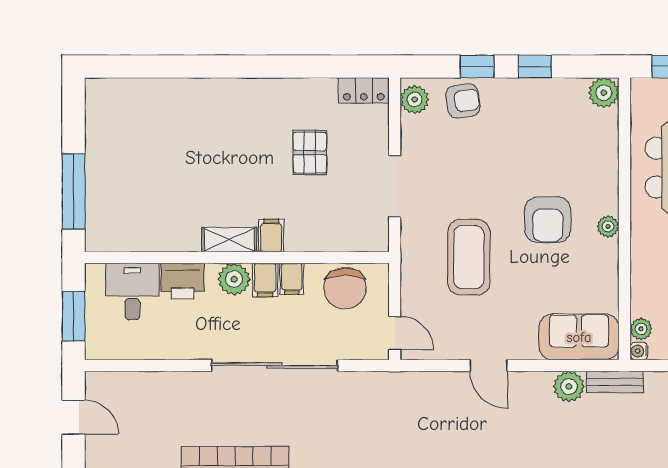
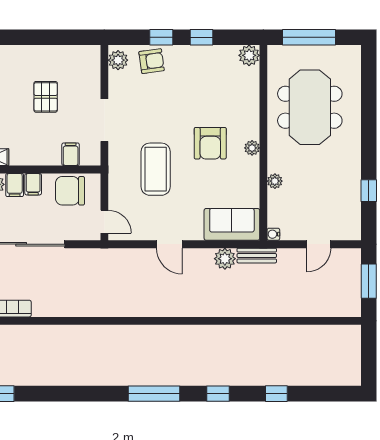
locker: (364, 90) -> (83, 54), removed
filing cabinet: (271, 235) -> (71, 154), moved
chair: (345, 288) -> (70, 191), turned 90
plant: (641, 329) -> (275, 181), moved

